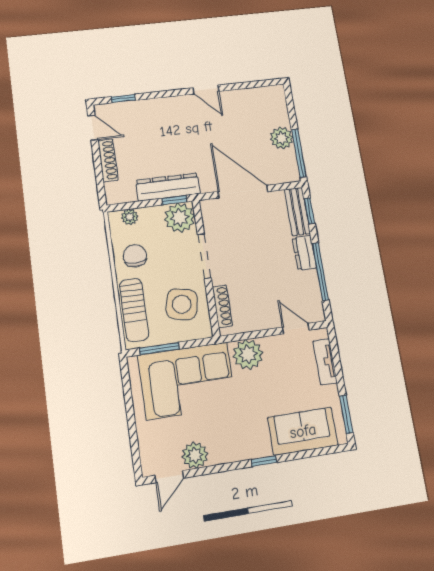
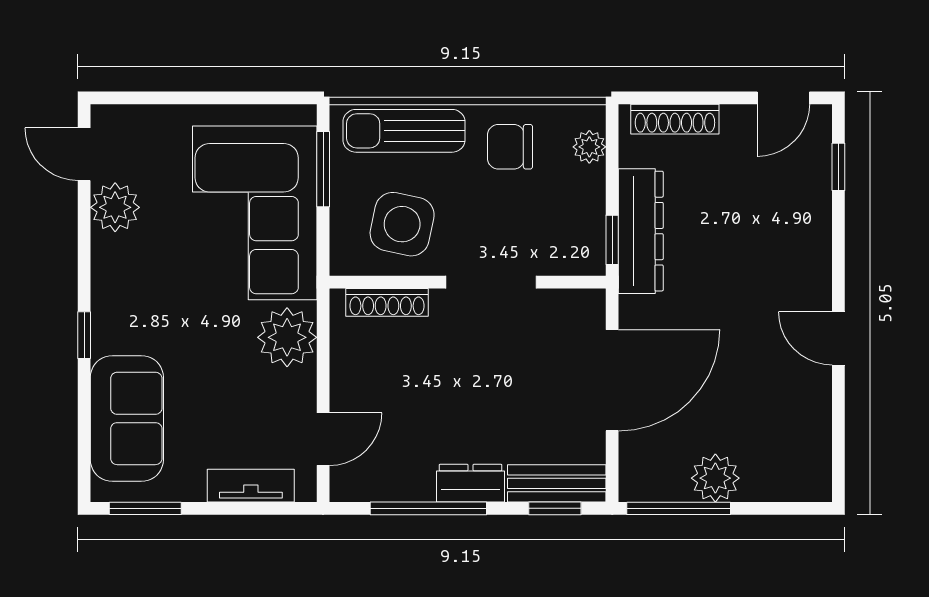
door: (206, 90) -> (838, 338), hinge flipped
shoe rack: (108, 160) -> (675, 119), moved
plant: (180, 218) -> (575, 245), removed
chair: (135, 256) -> (510, 147), turned 180

